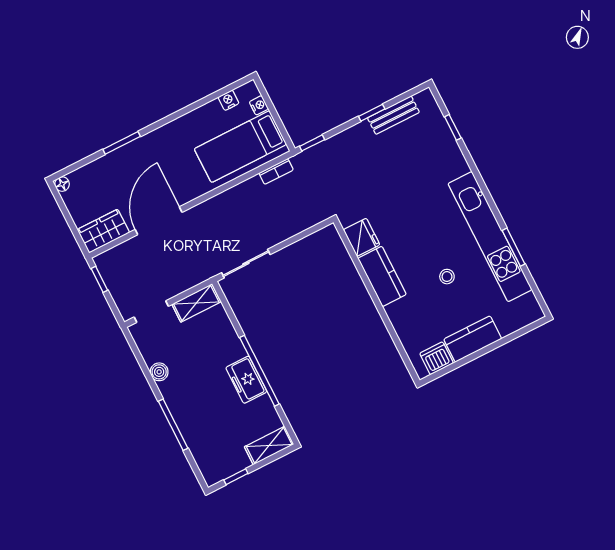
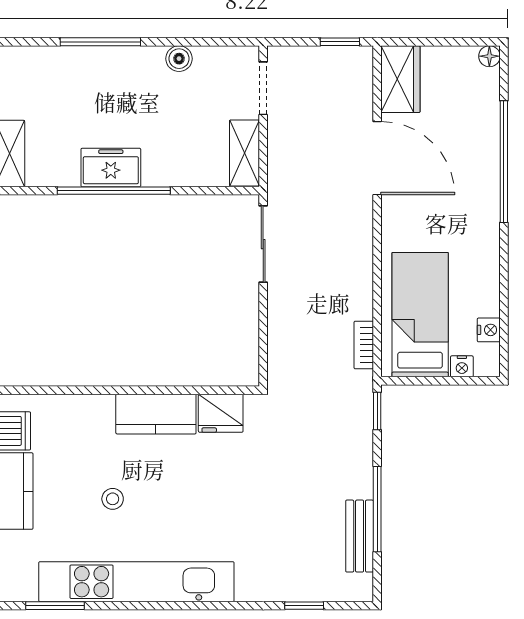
window: (372, 113) -> (377, 509), width x2.17
window: (122, 143) -> (504, 162), width x2.11
window: (514, 247) -> (55, 606), moved

